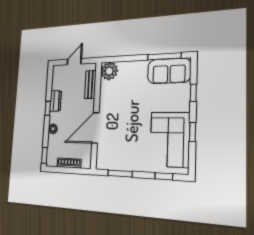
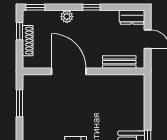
plant: (109, 71) -> (134, 85), removed
dresser: (56, 101) -> (132, 17), moved
window: (61, 170) -> (20, 31), added

